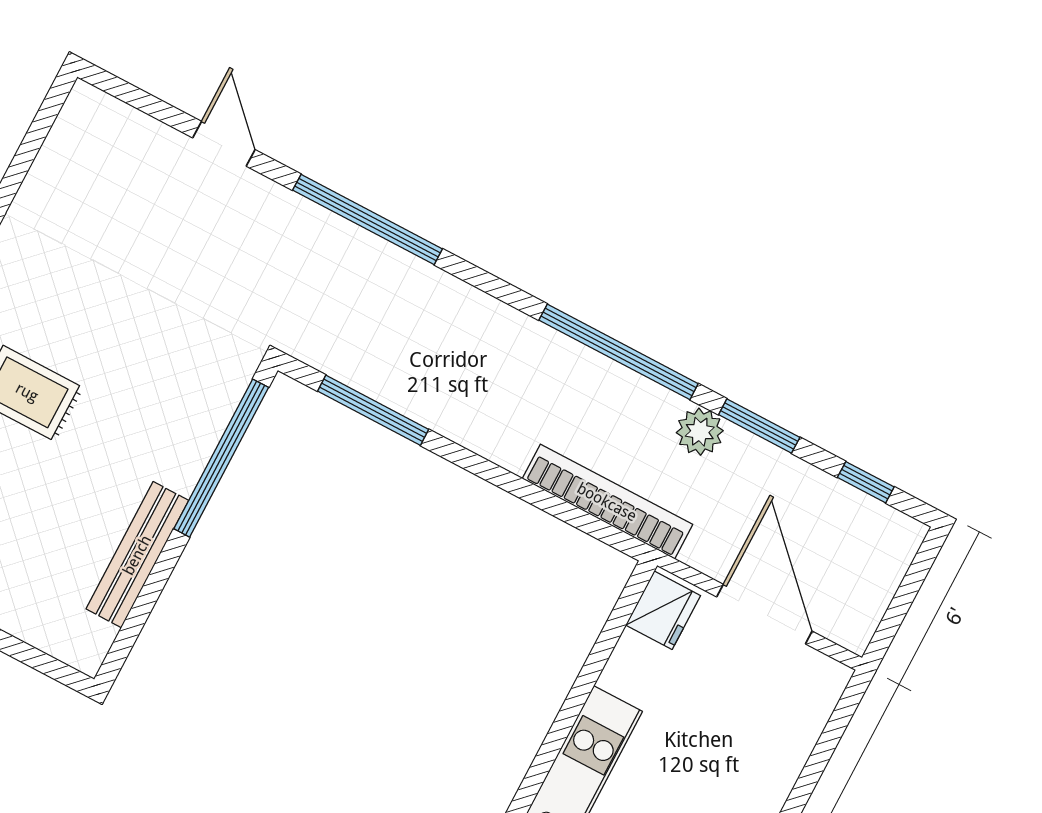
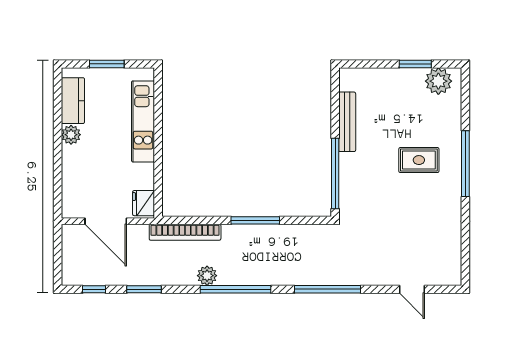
door: (224, 144) -> (412, 289), moved
window: (619, 352) -> (235, 289), moved
window: (373, 410) -> (255, 220), moved
plant: (700, 432) -> (207, 276), moved

